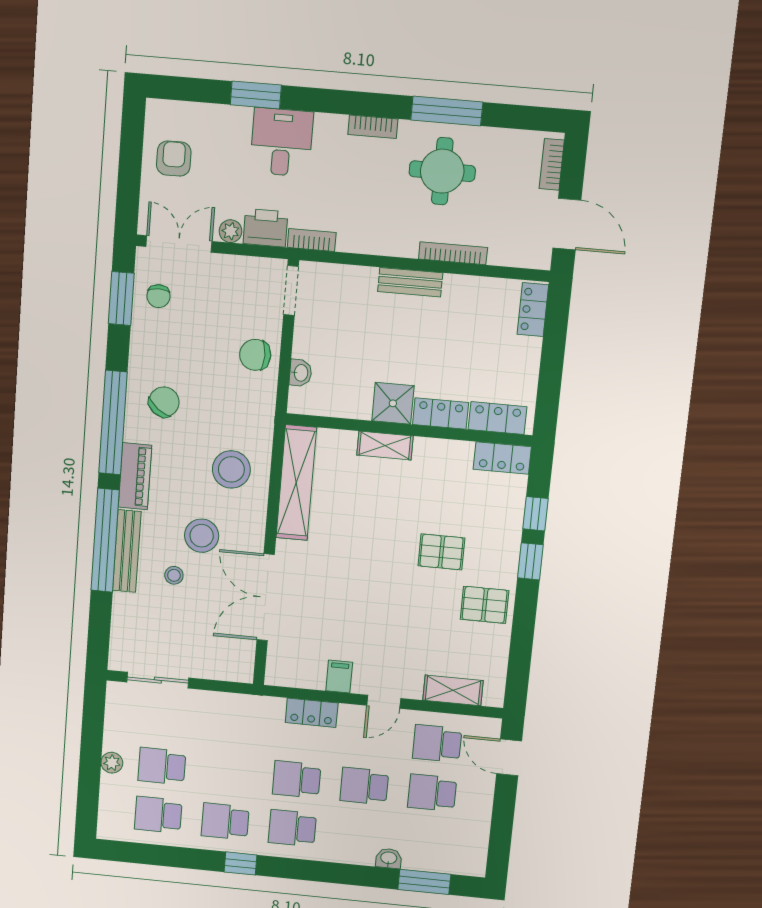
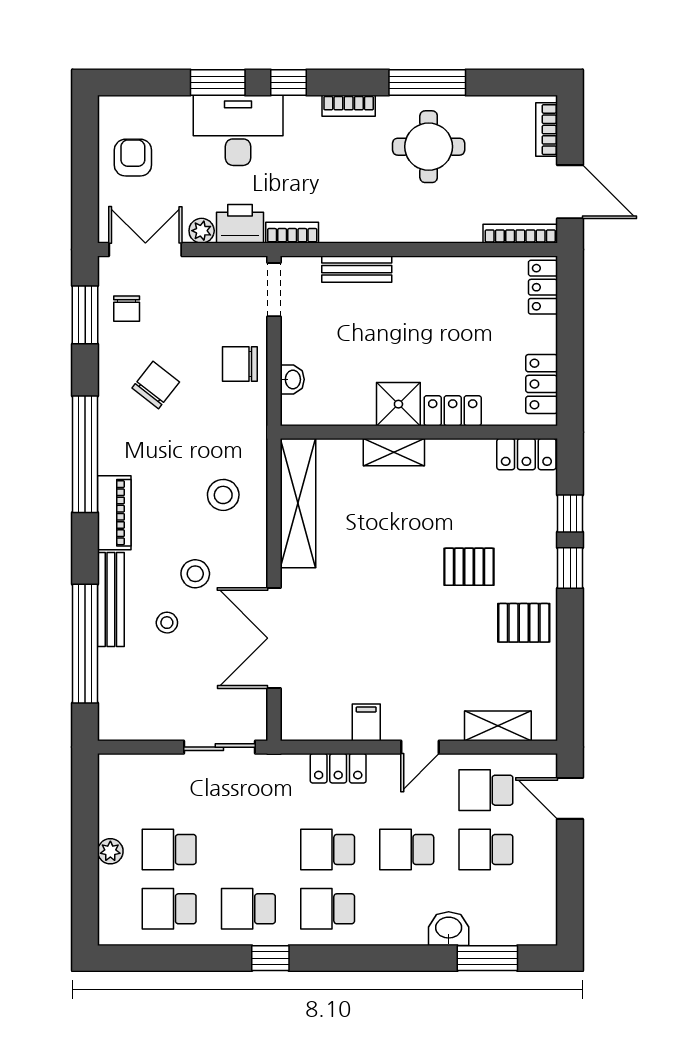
window: (320, 100) -> (288, 83), added
desk: (282, 142) -> (238, 130), width x1.37
bookcase: (453, 253) -> (520, 234), moved
bench: (410, 282) -> (357, 269), moved
chair: (164, 402) -> (156, 385), moved
locker: (497, 418) -> (542, 384), moved, turned -90
stool: (231, 469) -> (223, 495), width x0.73, depth x0.73
stool: (202, 536) -> (195, 574), width x0.73, depth x0.73
window: (105, 540) -> (85, 644), moved
sliding door: (158, 680) -> (219, 747), moved
washbasin: (389, 858) -> (449, 929), width x1.38, depth x1.45

